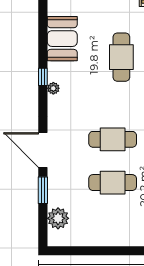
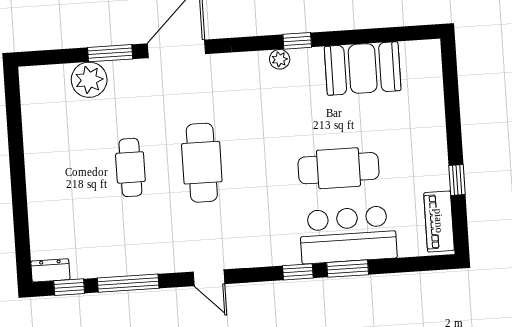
cafe table: (113, 183) -> (130, 167), width x0.73, depth x0.74
plant: (58, 218) -> (89, 80), moved

